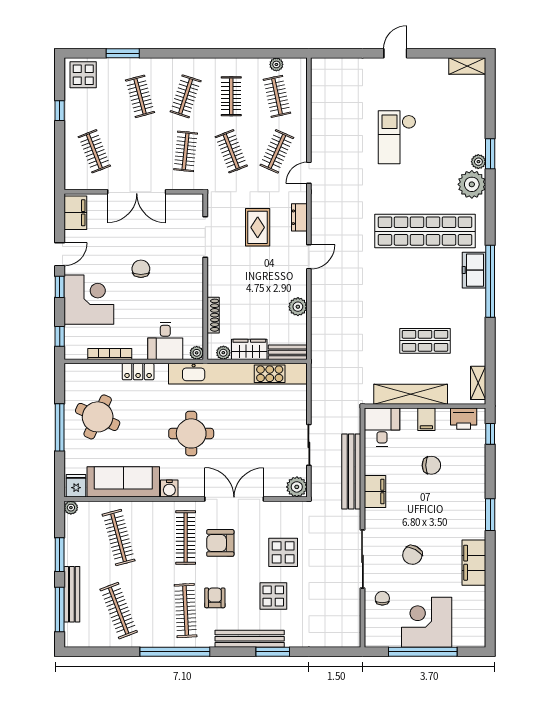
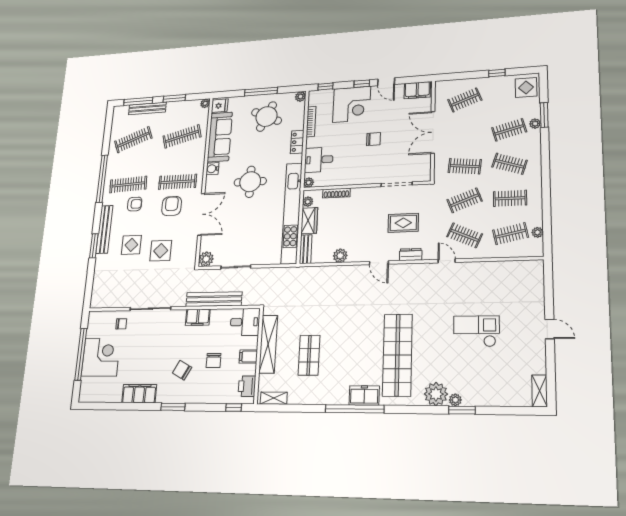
plant: (134, 65) -> (535, 124), added
plant: (72, 371) -> (300, 96), added
chair: (412, 555) -> (182, 370), moved

